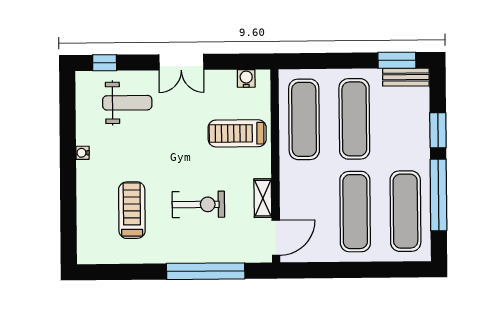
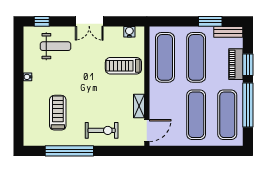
window: (397, 60) -> (210, 21), moved
piano: (419, 129) -> (236, 64), added
exercise bike: (198, 204) -> (102, 130), moved
window: (206, 271) -> (69, 151), moved

